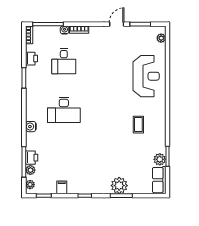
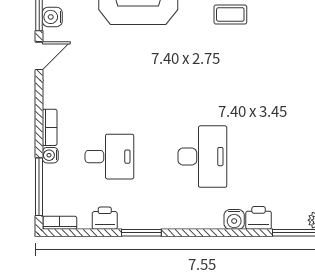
door: (117, 24) -> (39, 56), swing flipped
water cooler: (137, 31) -> (52, 17), added
printer: (32, 158) -> (259, 218), moved

